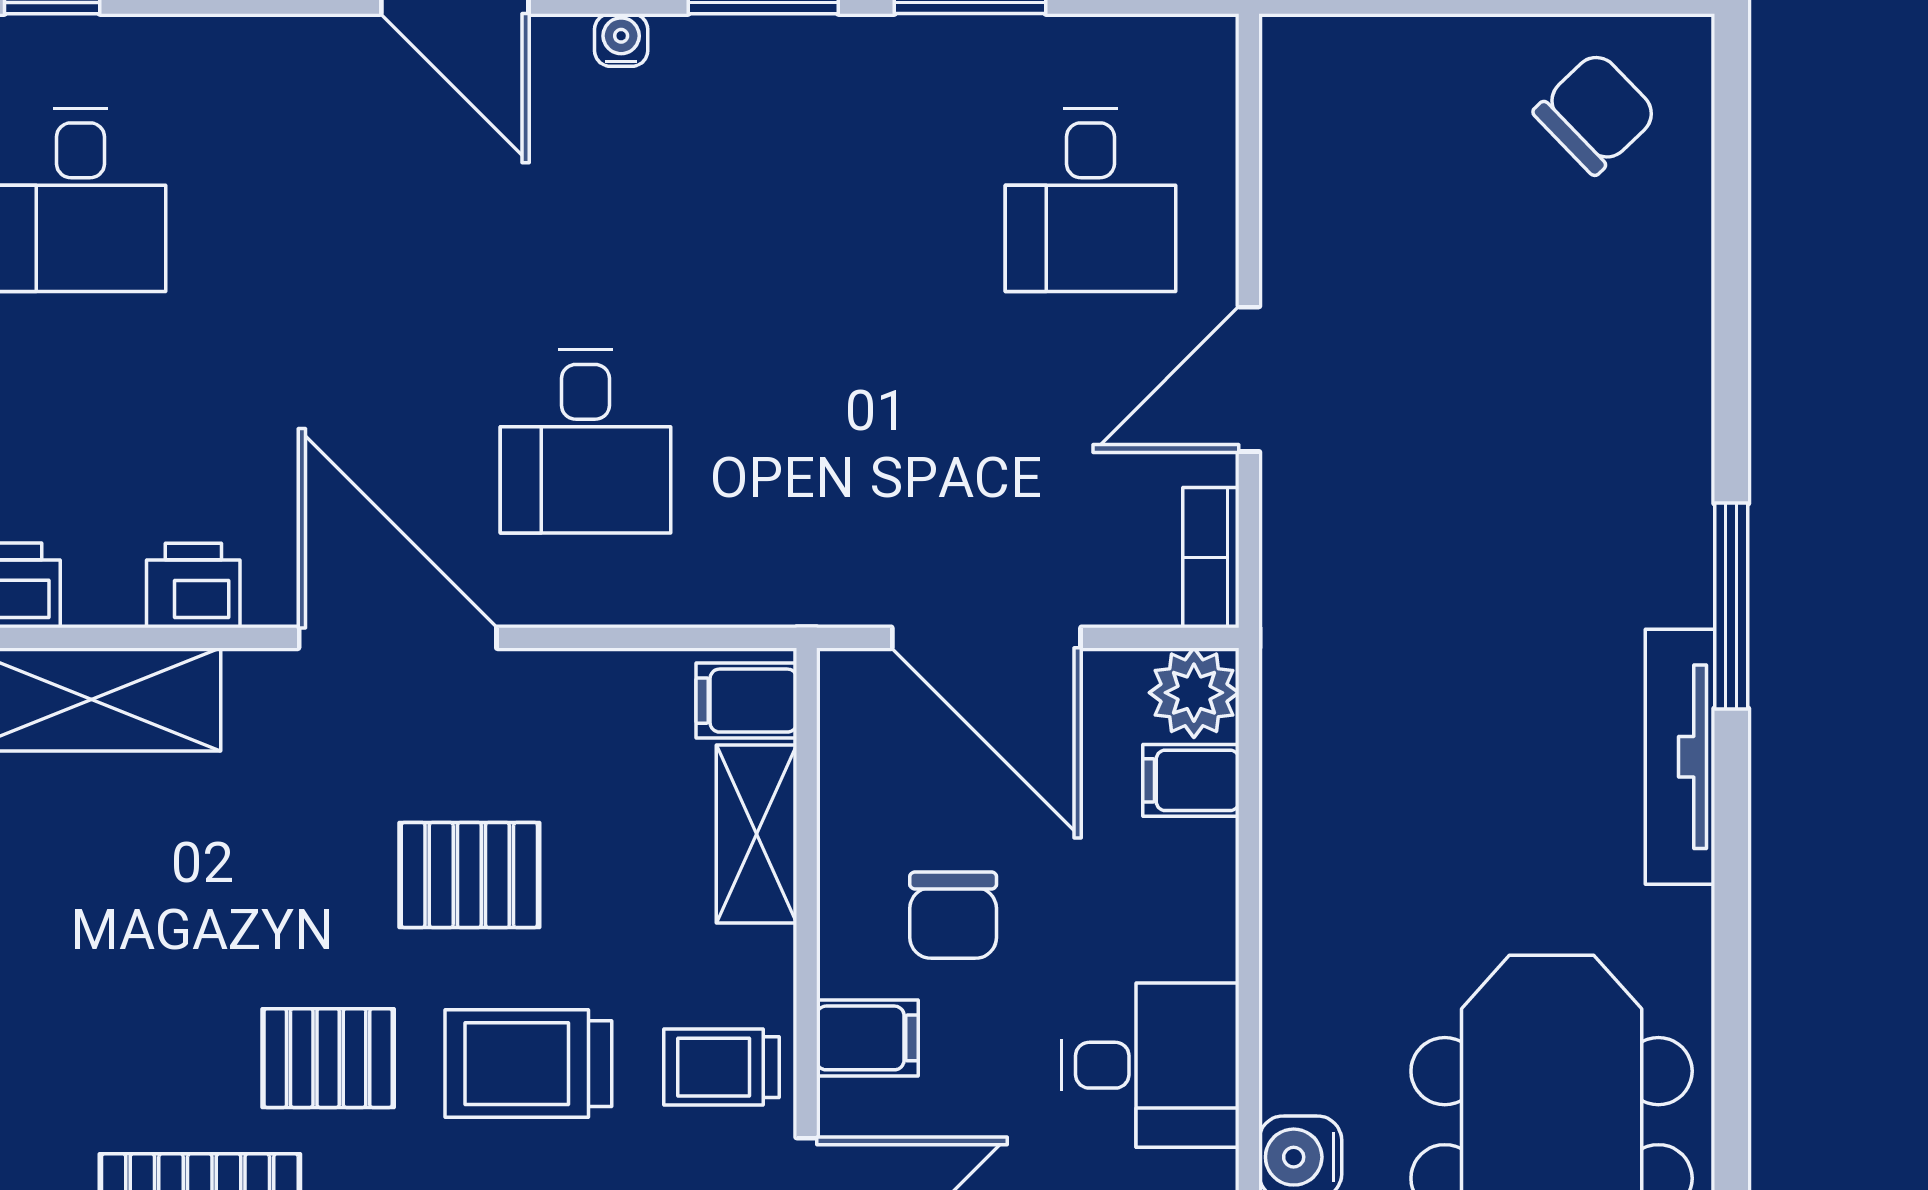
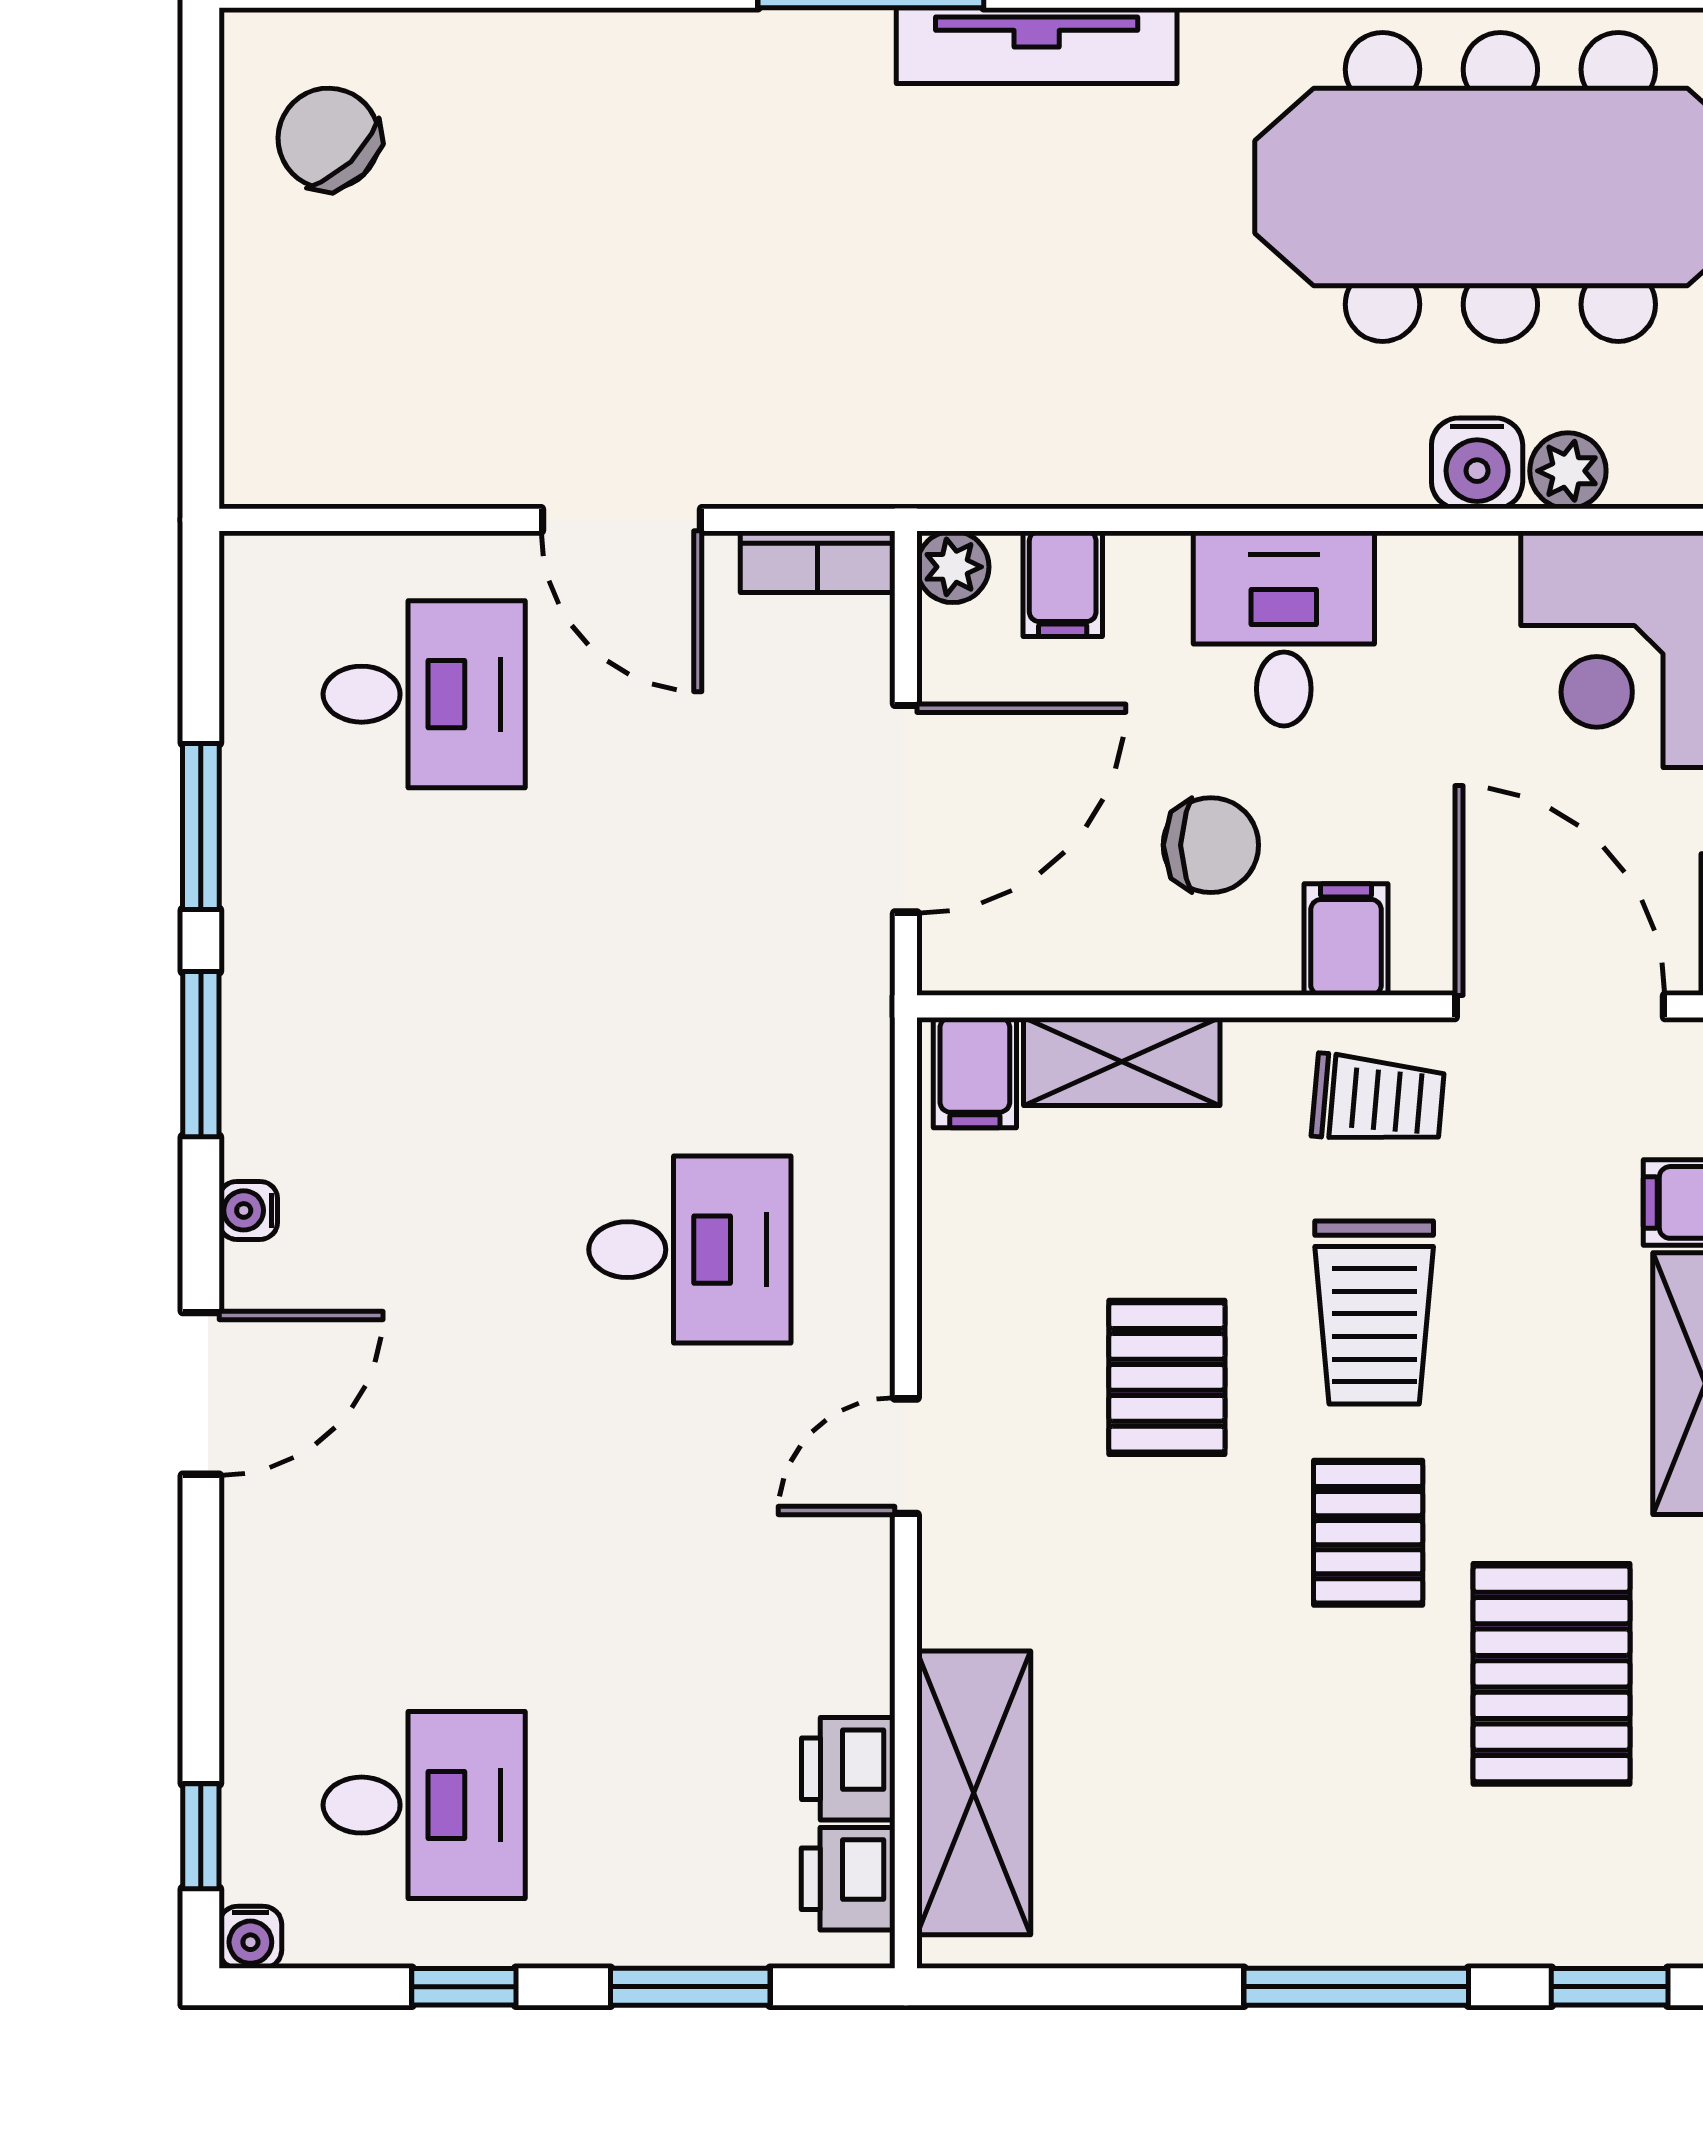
printer: (193, 585) -> (848, 1769), moved
door: (398, 638) -> (906, 1456), width x0.53
plant: (1194, 693) -> (953, 567), width x0.73, depth x0.73
desk: (1150, 1065) -> (1284, 628), moved
trolley: (722, 1067) -> (1378, 1100), turned -85

